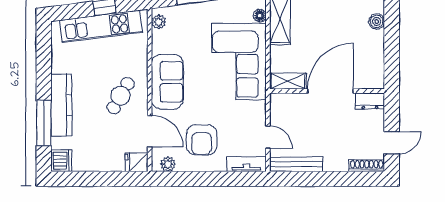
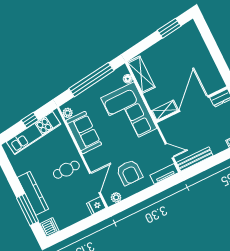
boiler: (377, 21) -> (201, 47), removed
sofa: (167, 82) -> (84, 133), moved
cafe table: (121, 96) -> (66, 170), turned 60
door: (150, 131) -> (95, 183), hinge flipped

